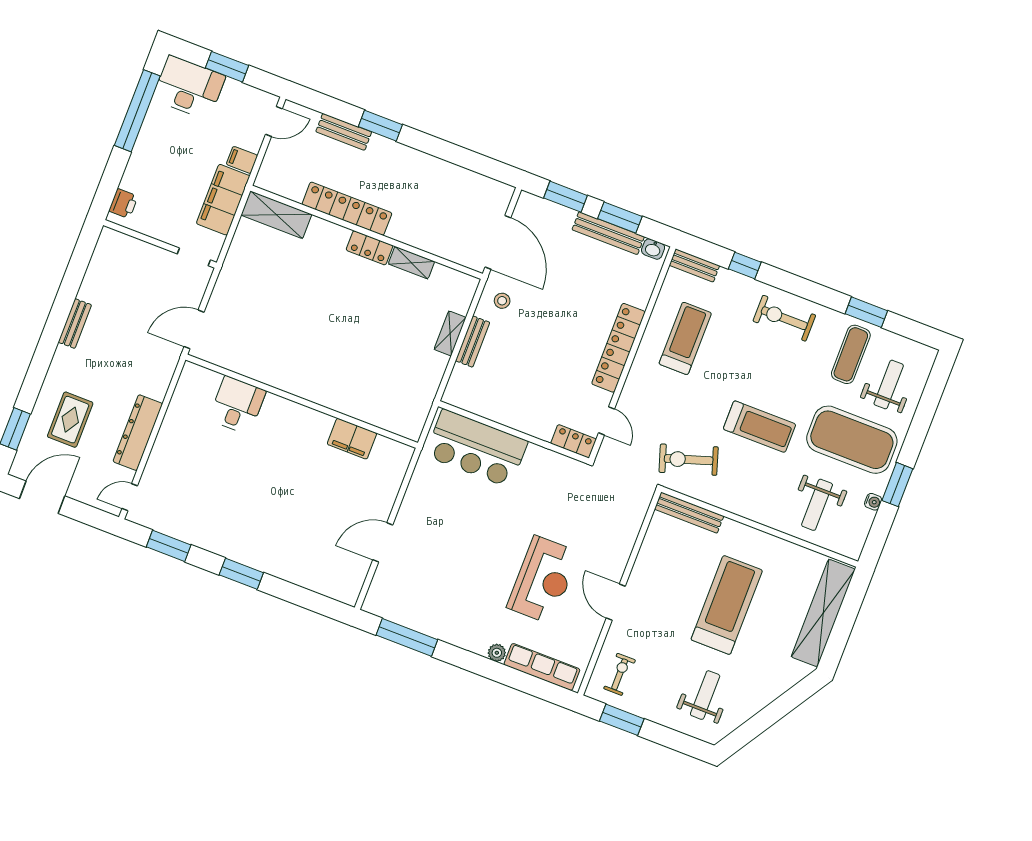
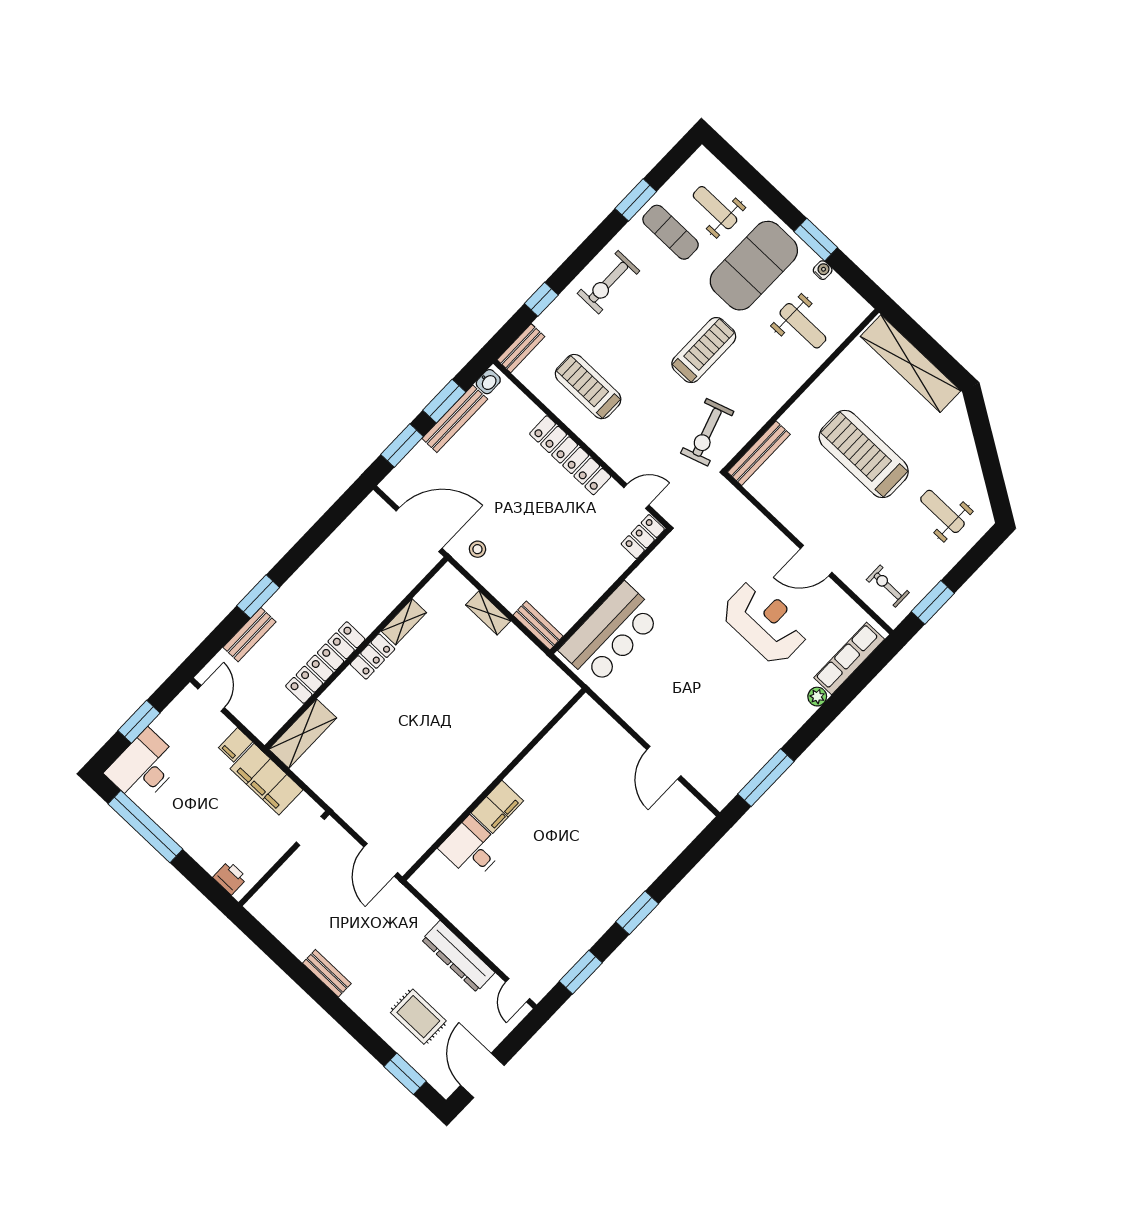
bench: (473, 342) -> (538, 626), moved
filing cabinet: (352, 439) -> (497, 807), moved

